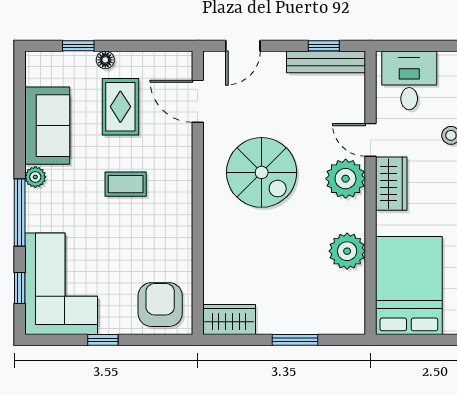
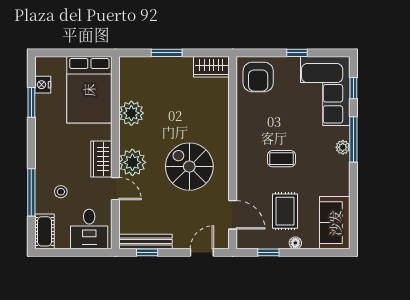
window: (78, 46) -> (268, 252), moved
sofa: (47, 126) -> (335, 223), moved
plant: (35, 177) -> (343, 147), moved

